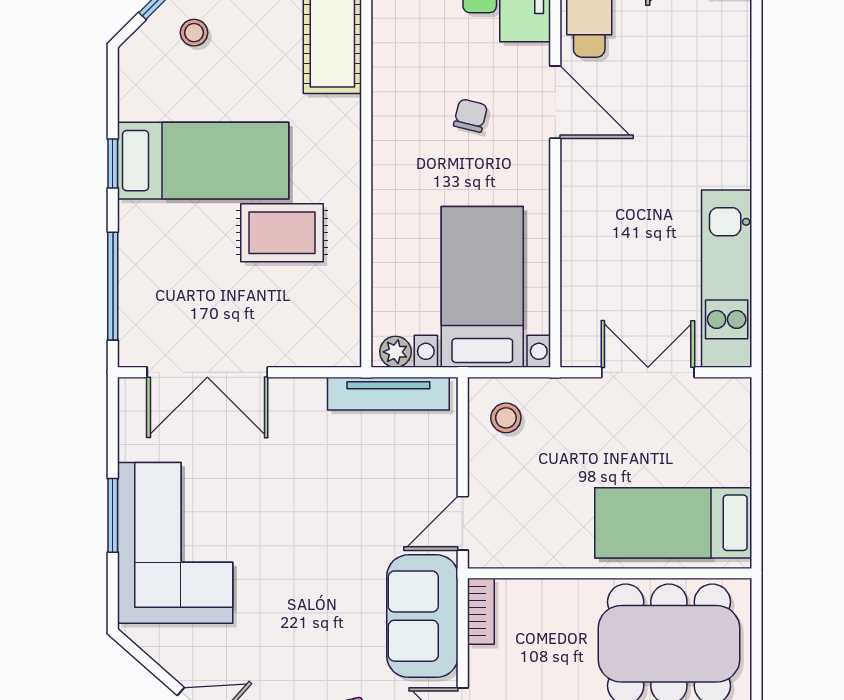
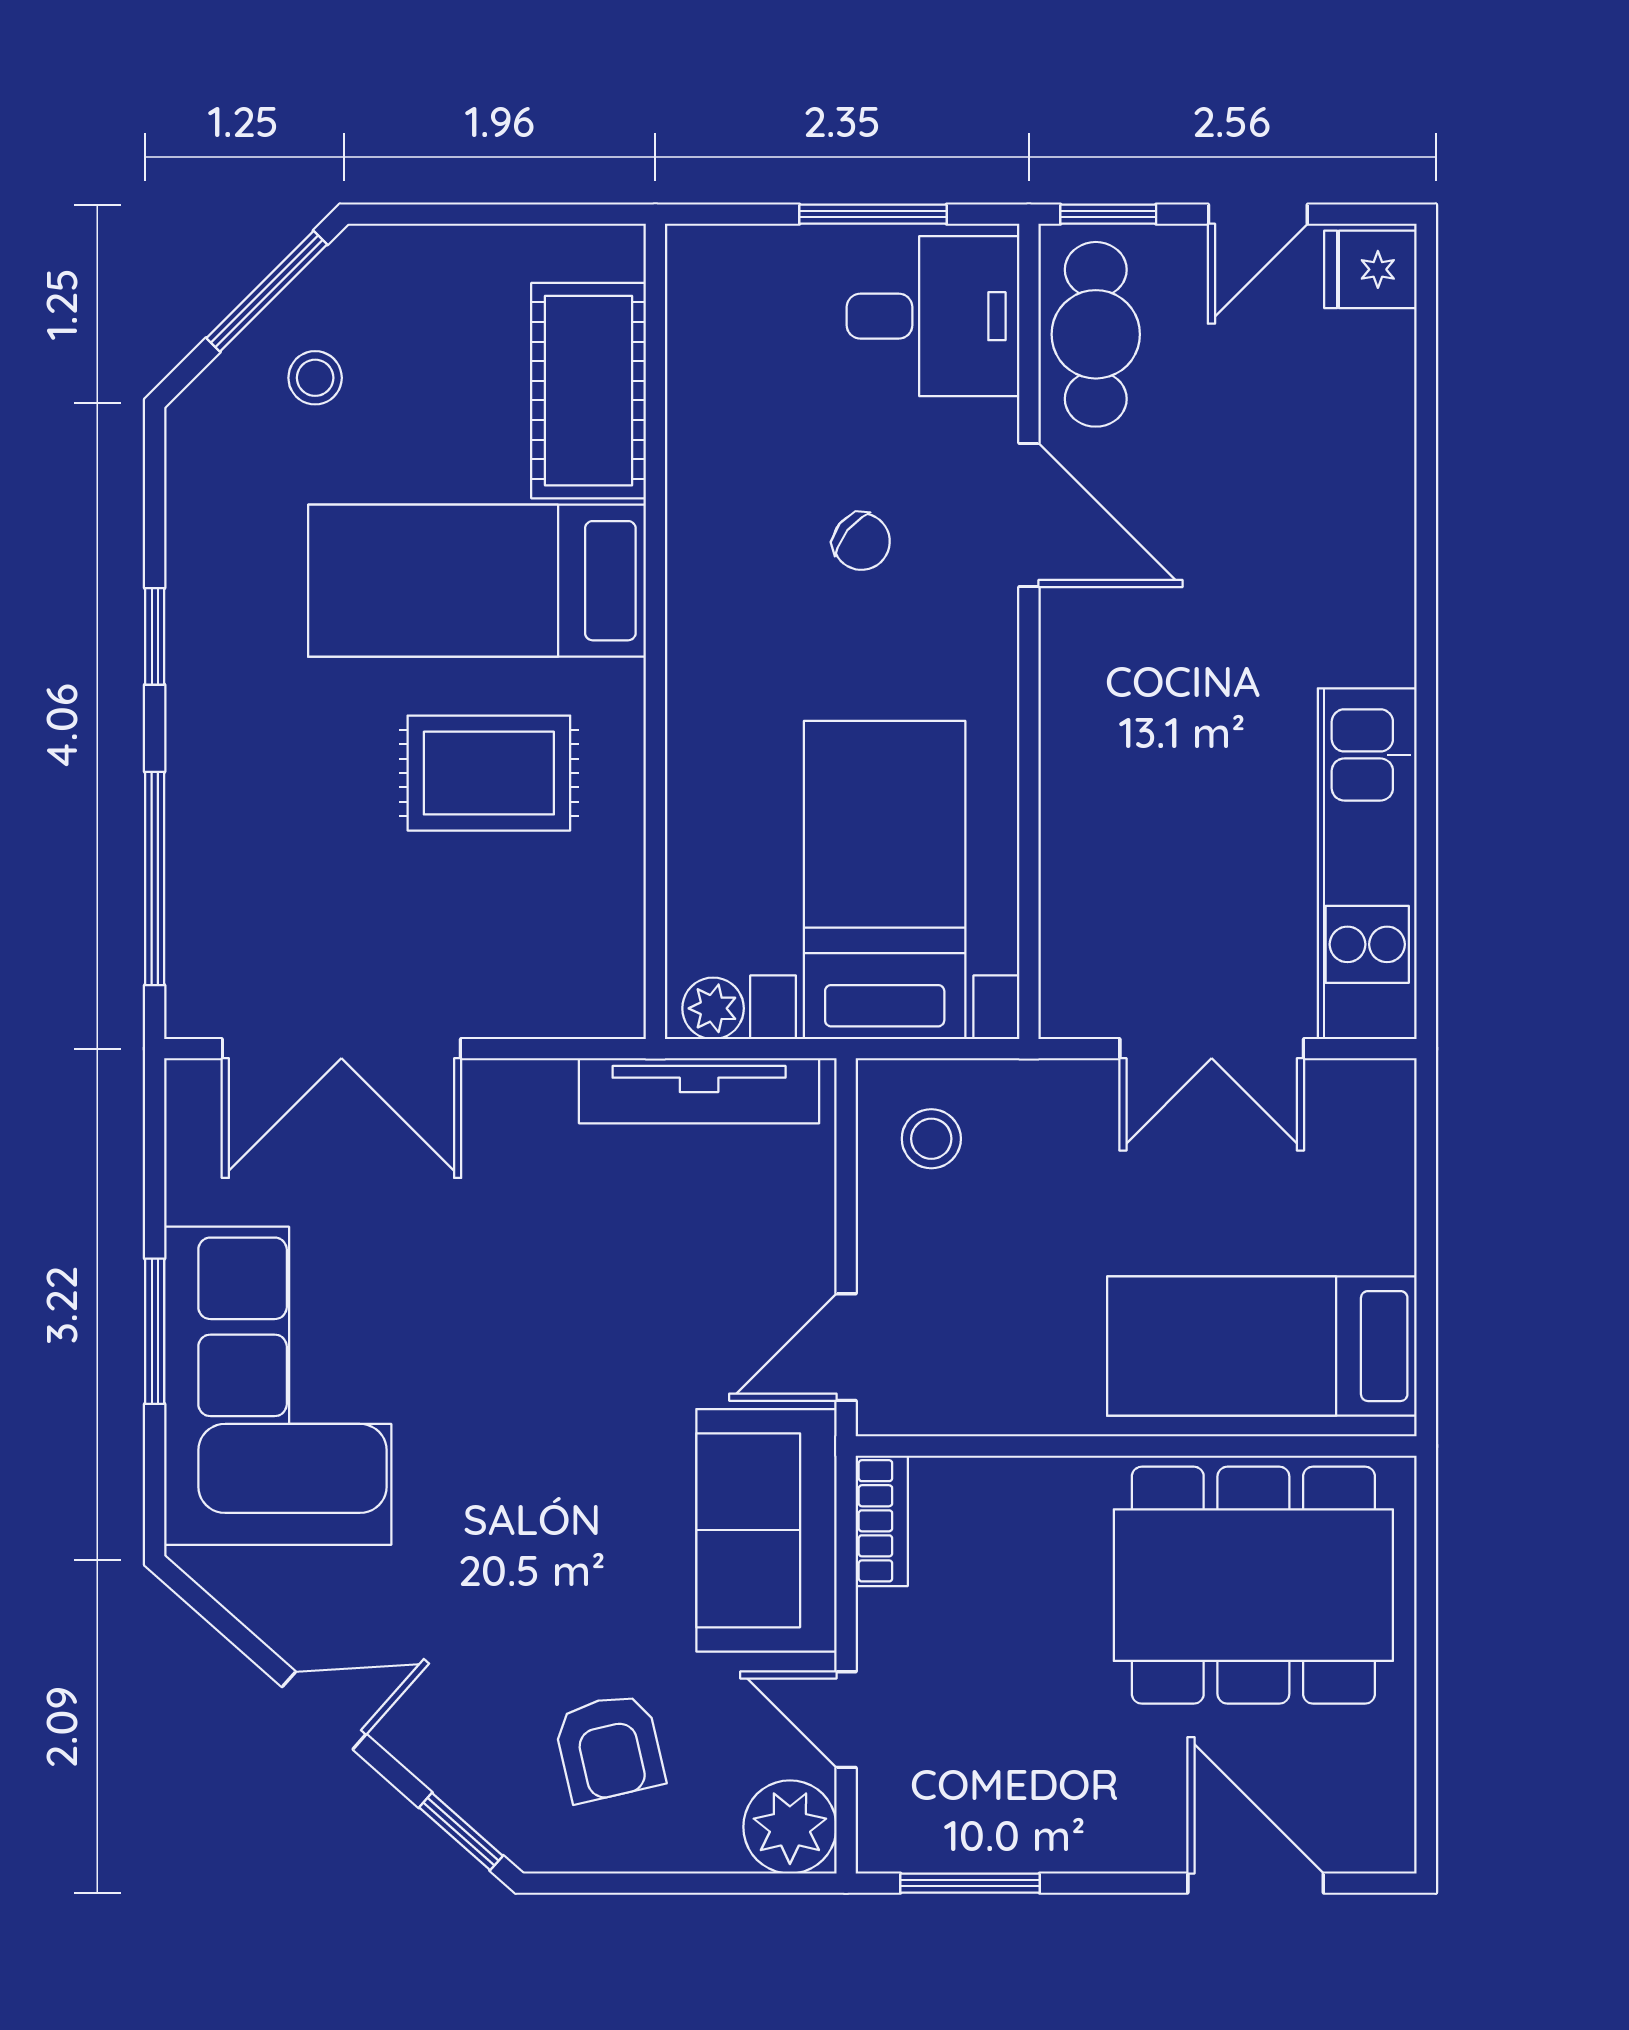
chair: (471, 116) -> (861, 542), turned 115
bed: (203, 161) -> (477, 581), moved, turned 180
double door: (648, 372) -> (1212, 1049), swing flipped

